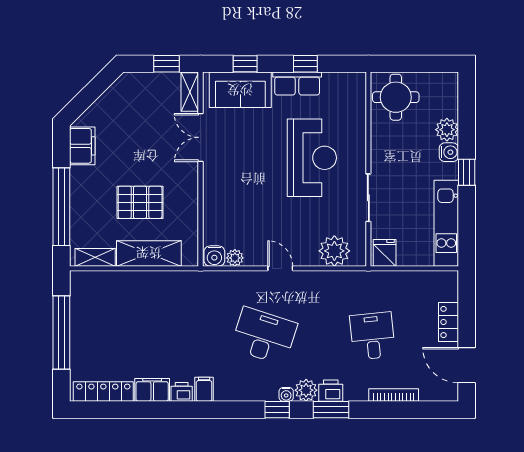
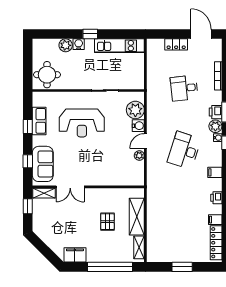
row of seats: (297, 83) -> (39, 121), moved
reception desk: (312, 158) -> (82, 123), turned 180
pallet: (140, 202) -> (107, 222), width x0.67, depth x0.71
fridge: (385, 253) -> (136, 81), removed
water cooler: (214, 256) -> (138, 126), moved
plant: (235, 258) -> (139, 156), moved
window: (61, 332) -> (182, 267), width x0.47
door: (467, 365) -> (201, 34), swing flipped
filing cabinet: (204, 389) -> (215, 172), moved
filing cabinet: (152, 390) -> (215, 220), width x0.50

